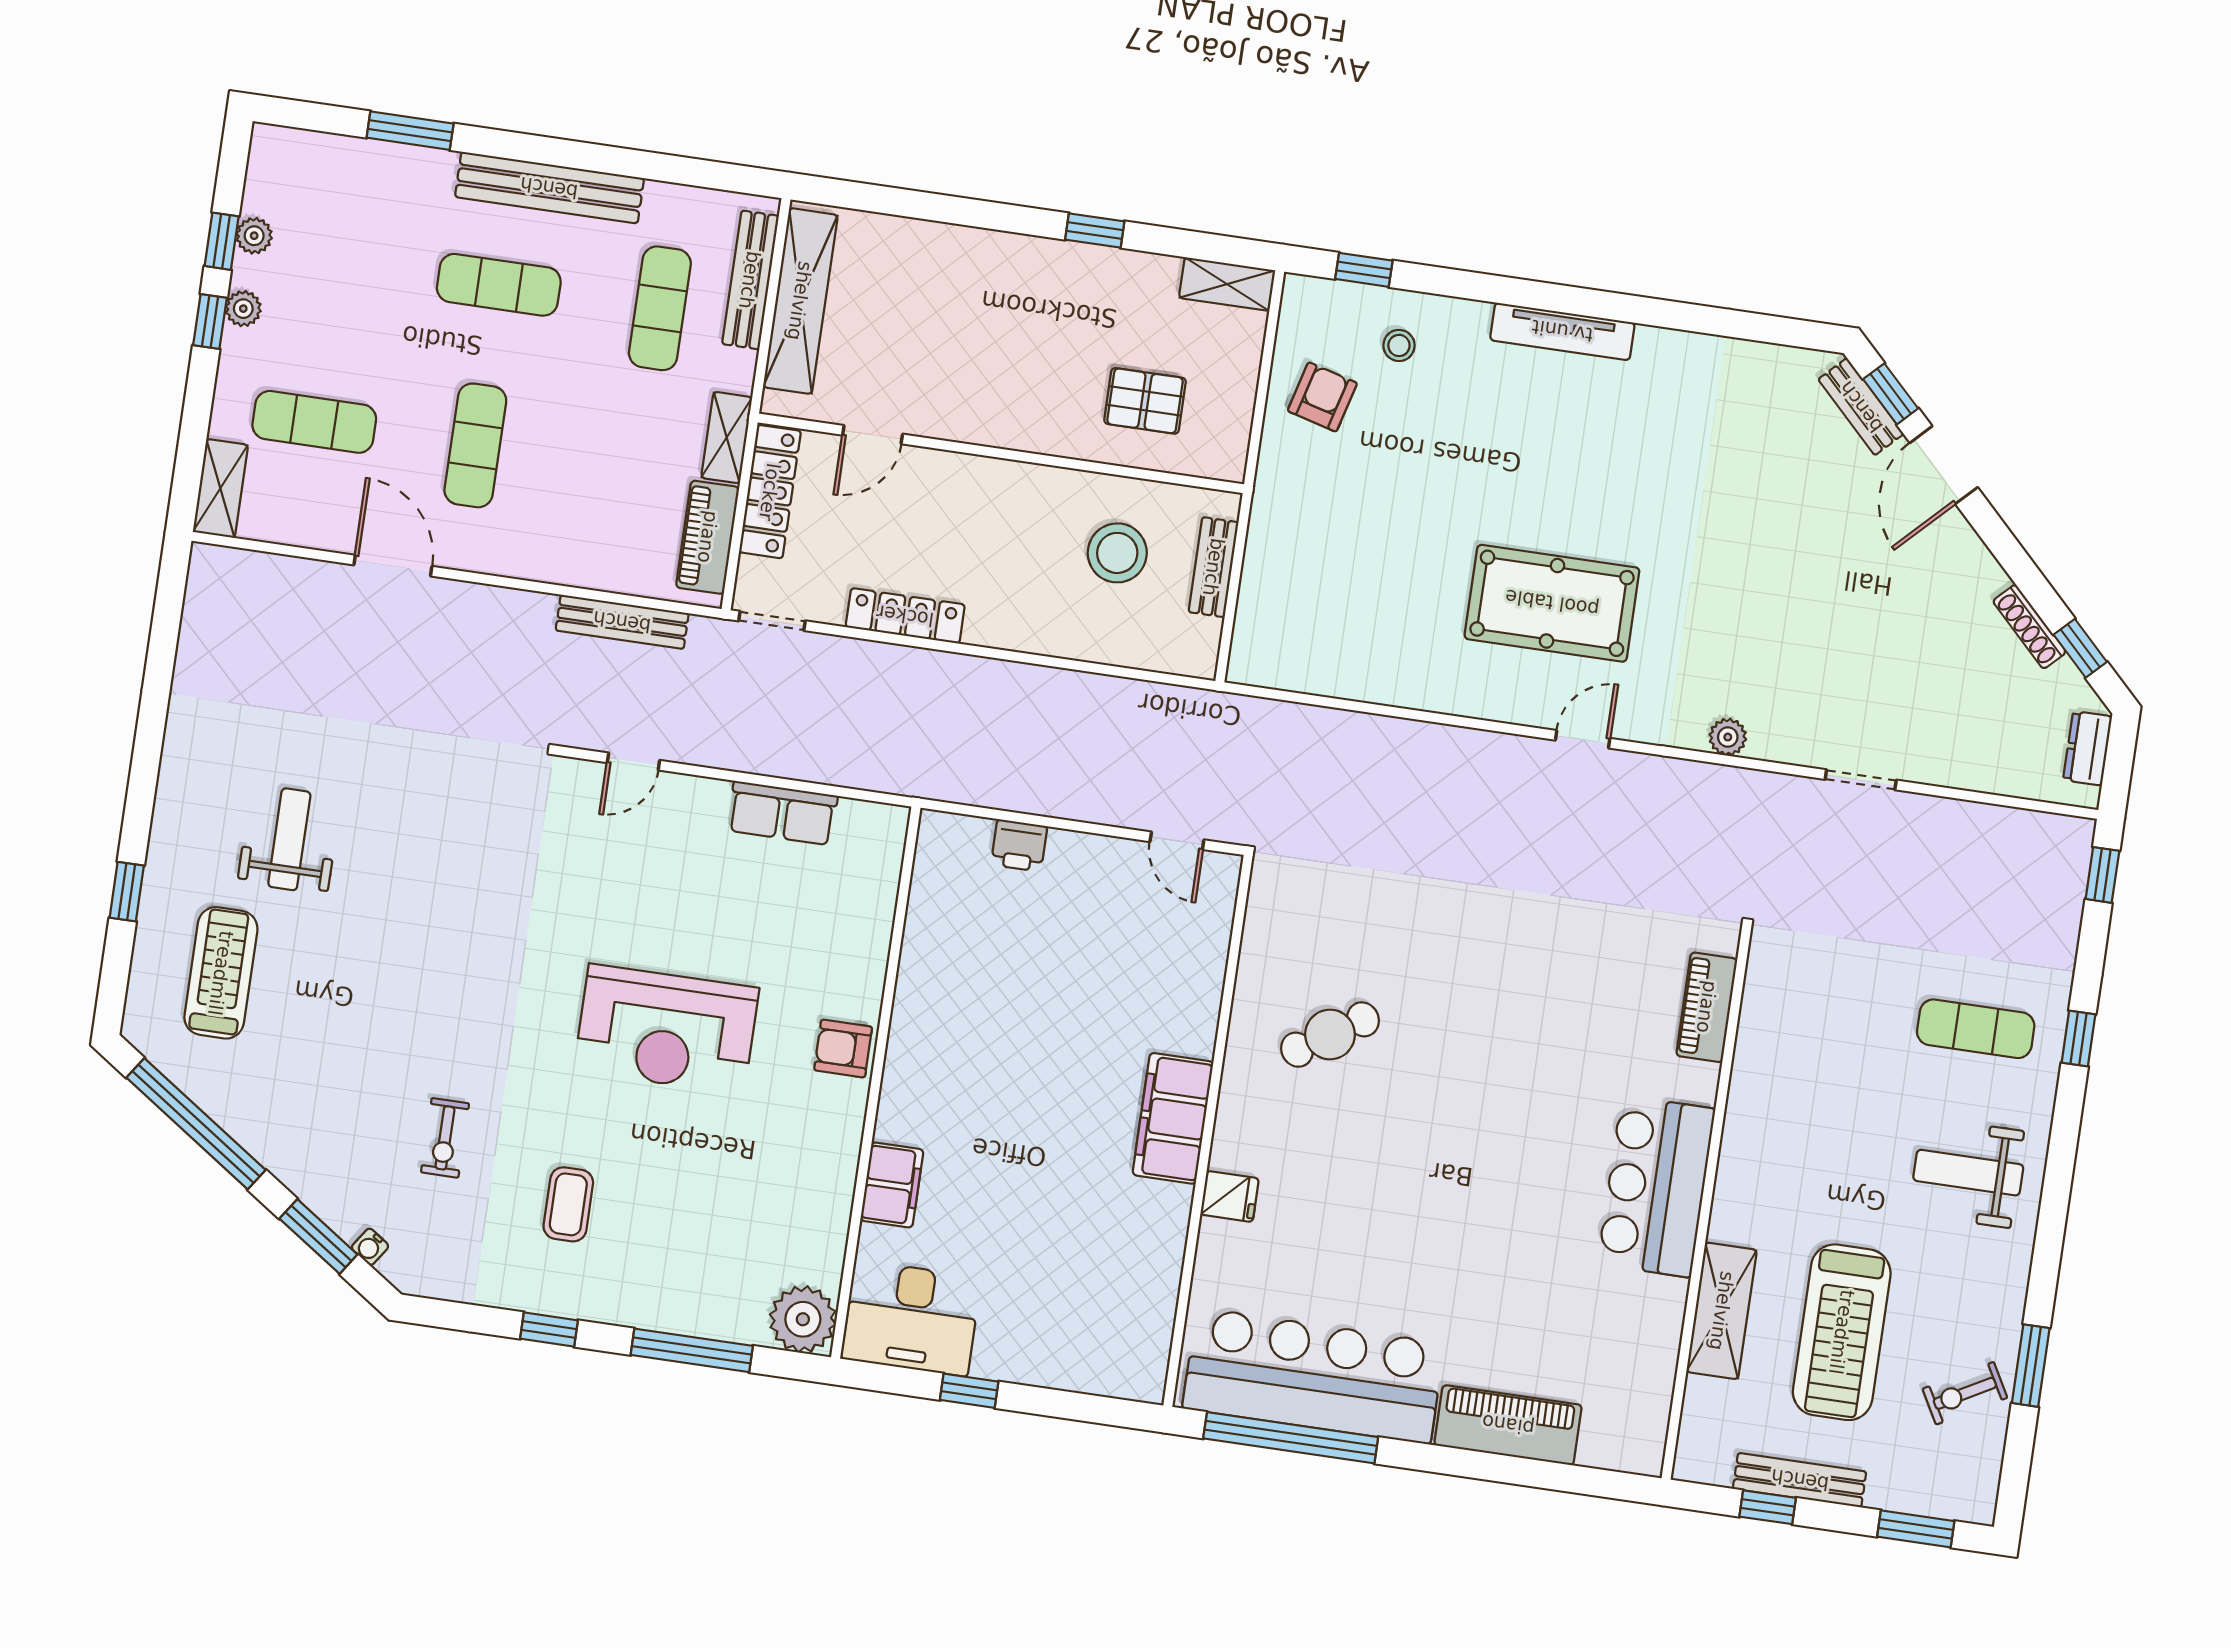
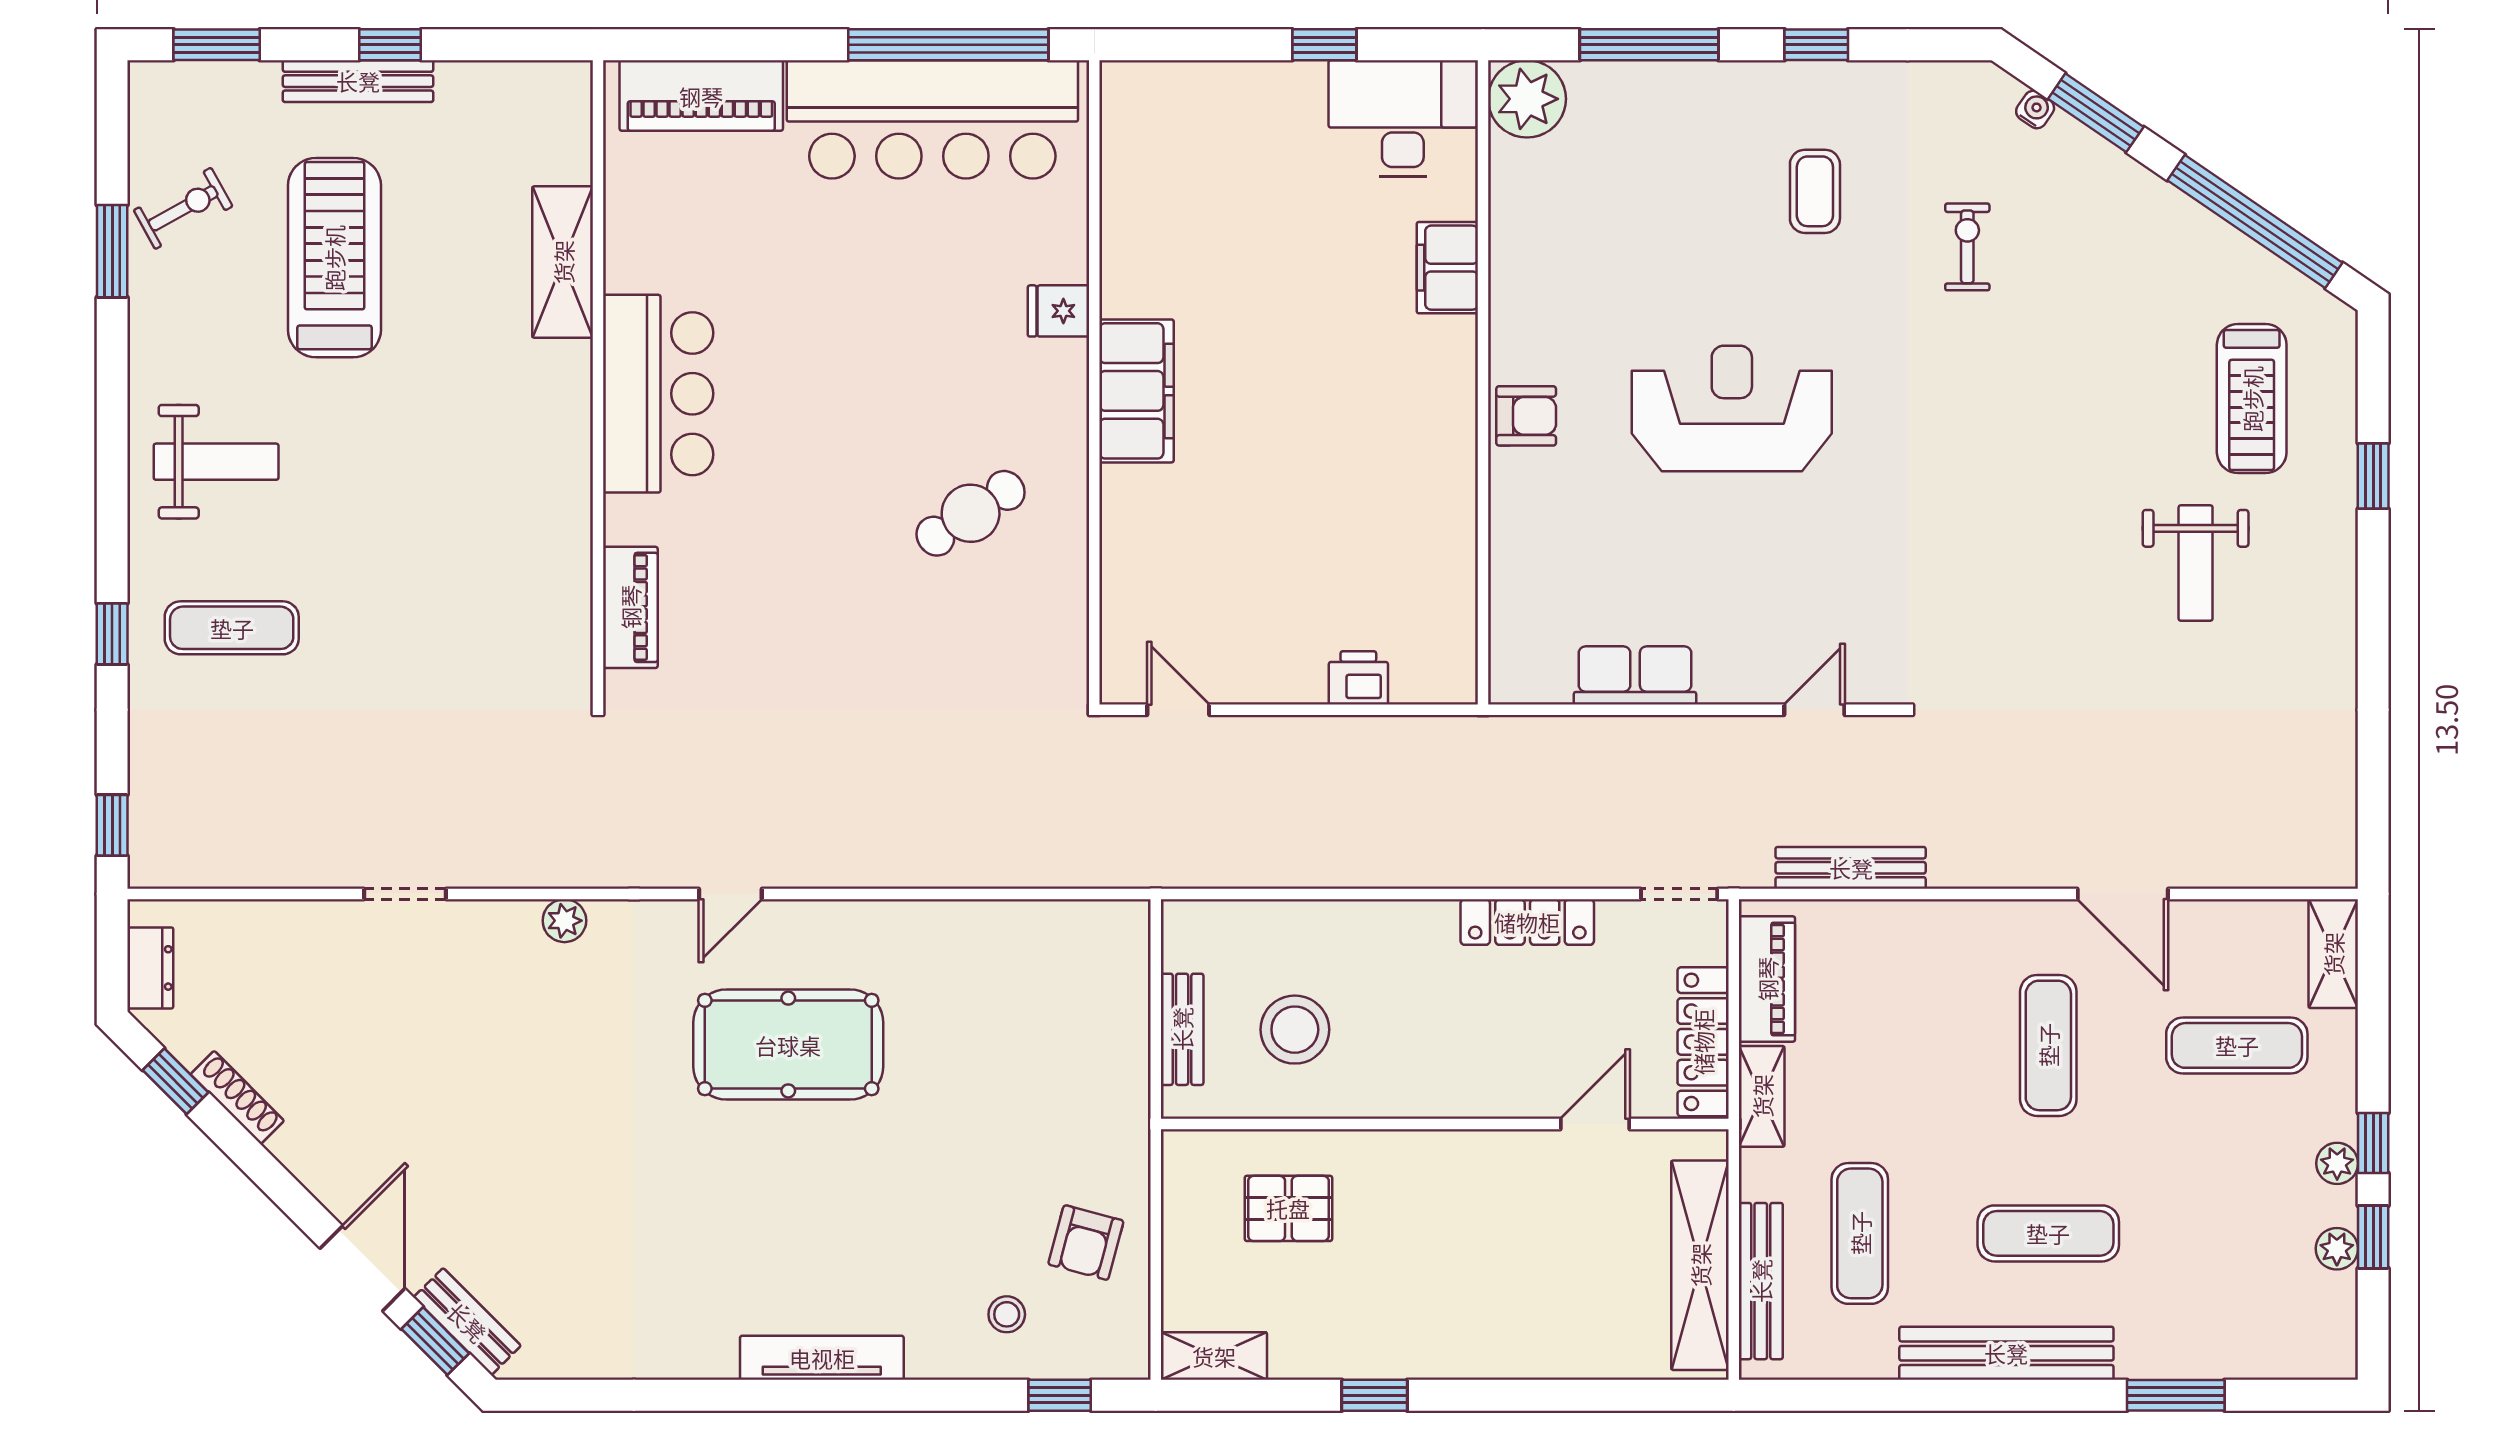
piano: (1707, 1007) -> (630, 607), moved
bar counter: (1656, 1186) -> (658, 394), moved
wall: (1706, 1204) -> (598, 382), moved
shelving: (1722, 1311) -> (563, 262), moved

